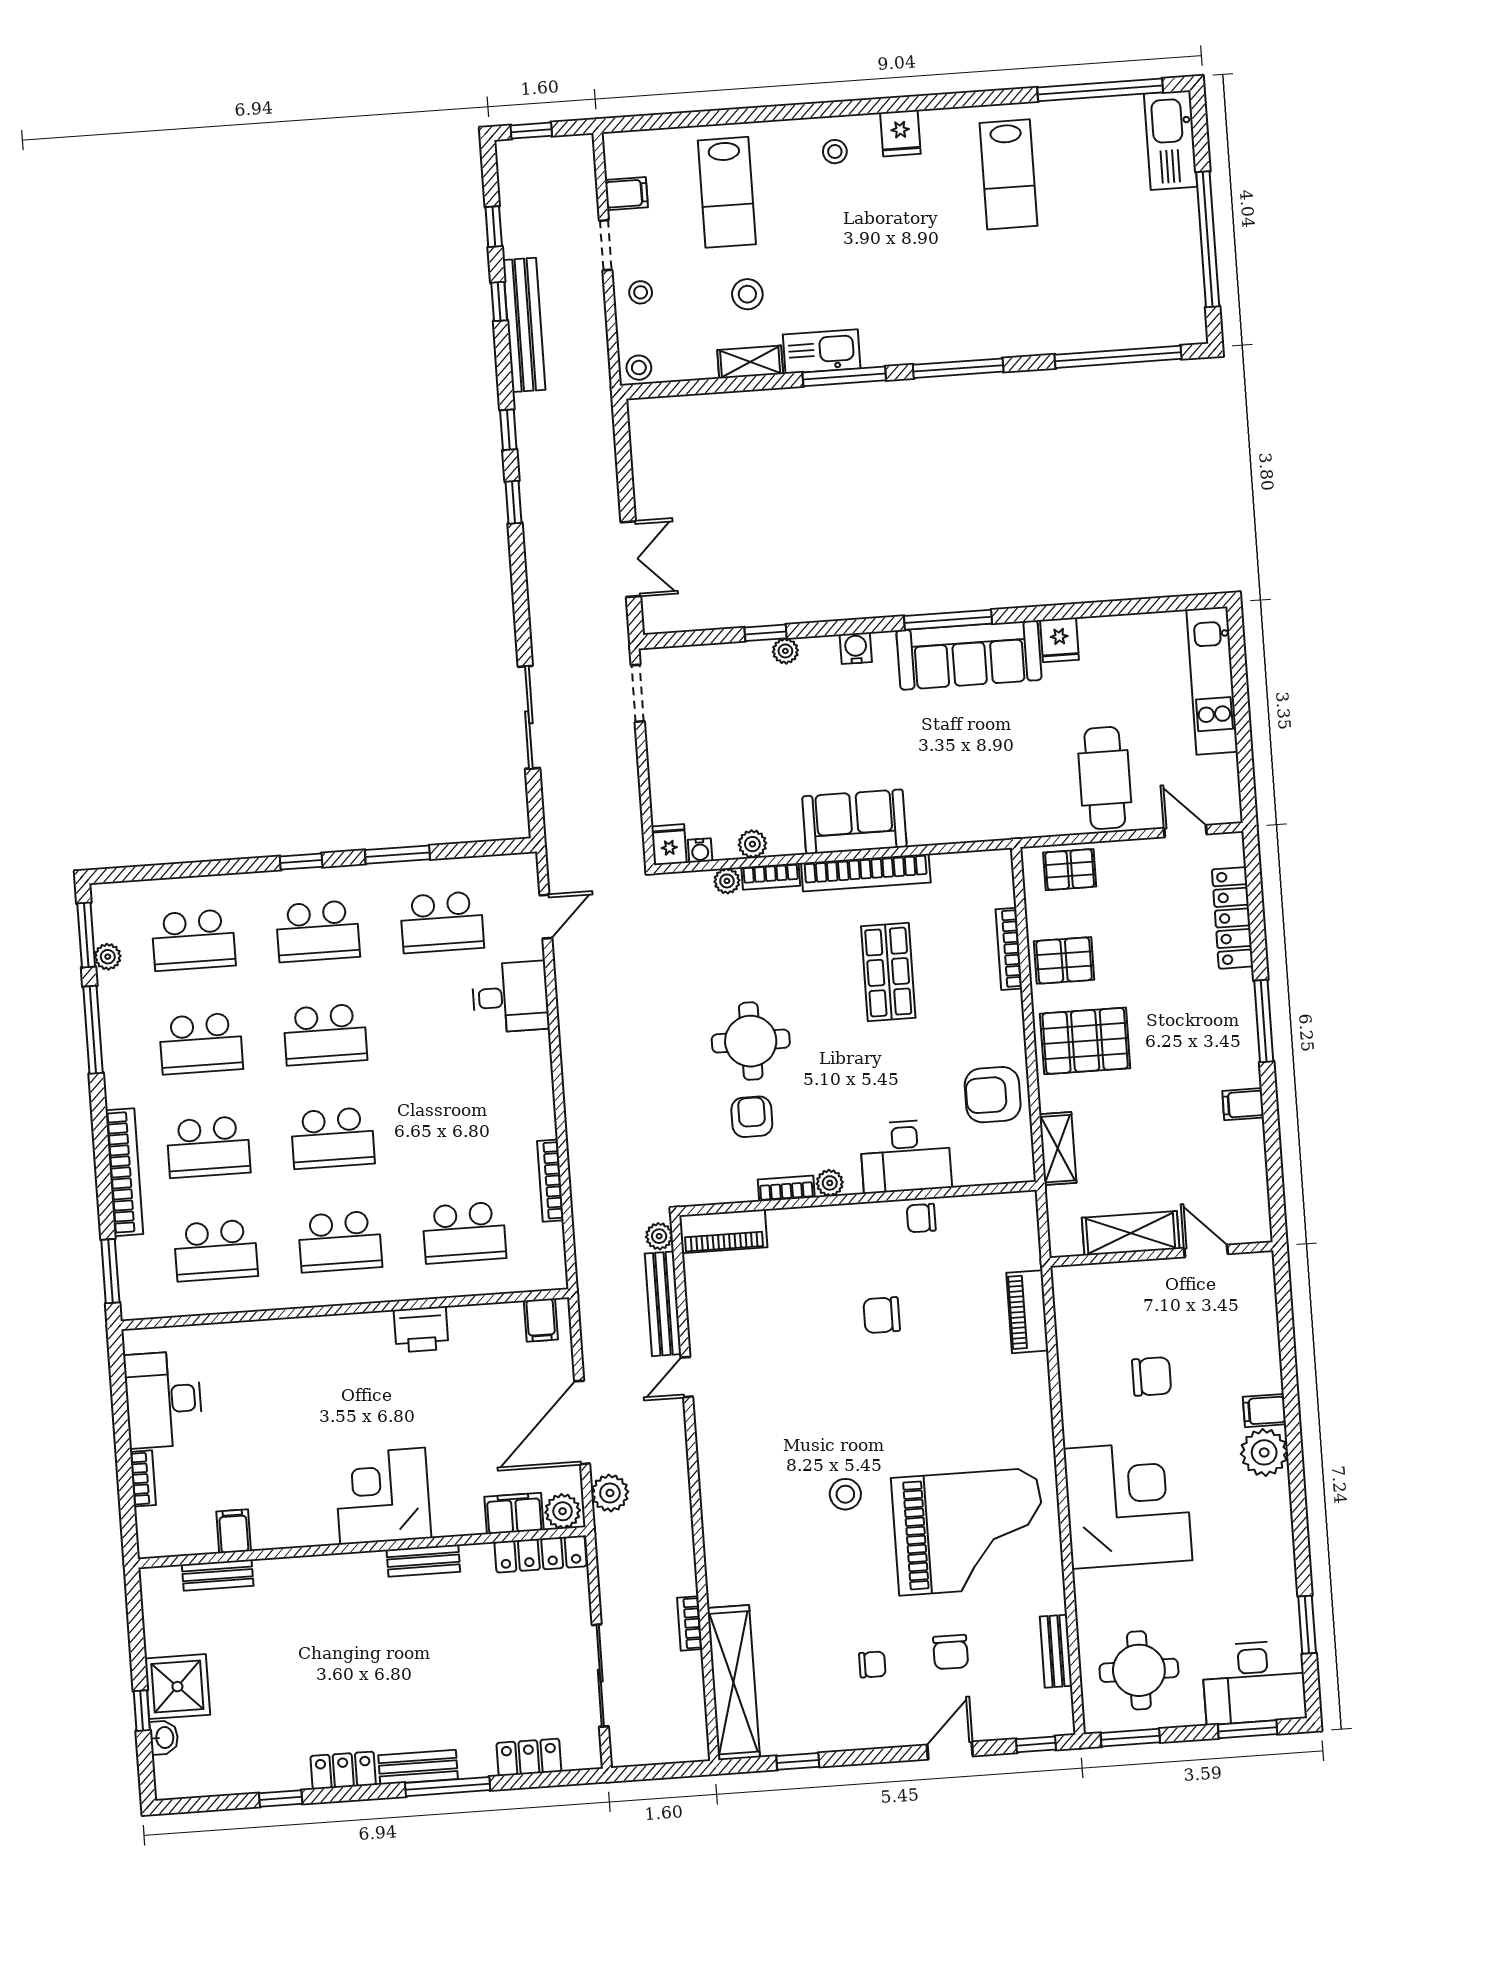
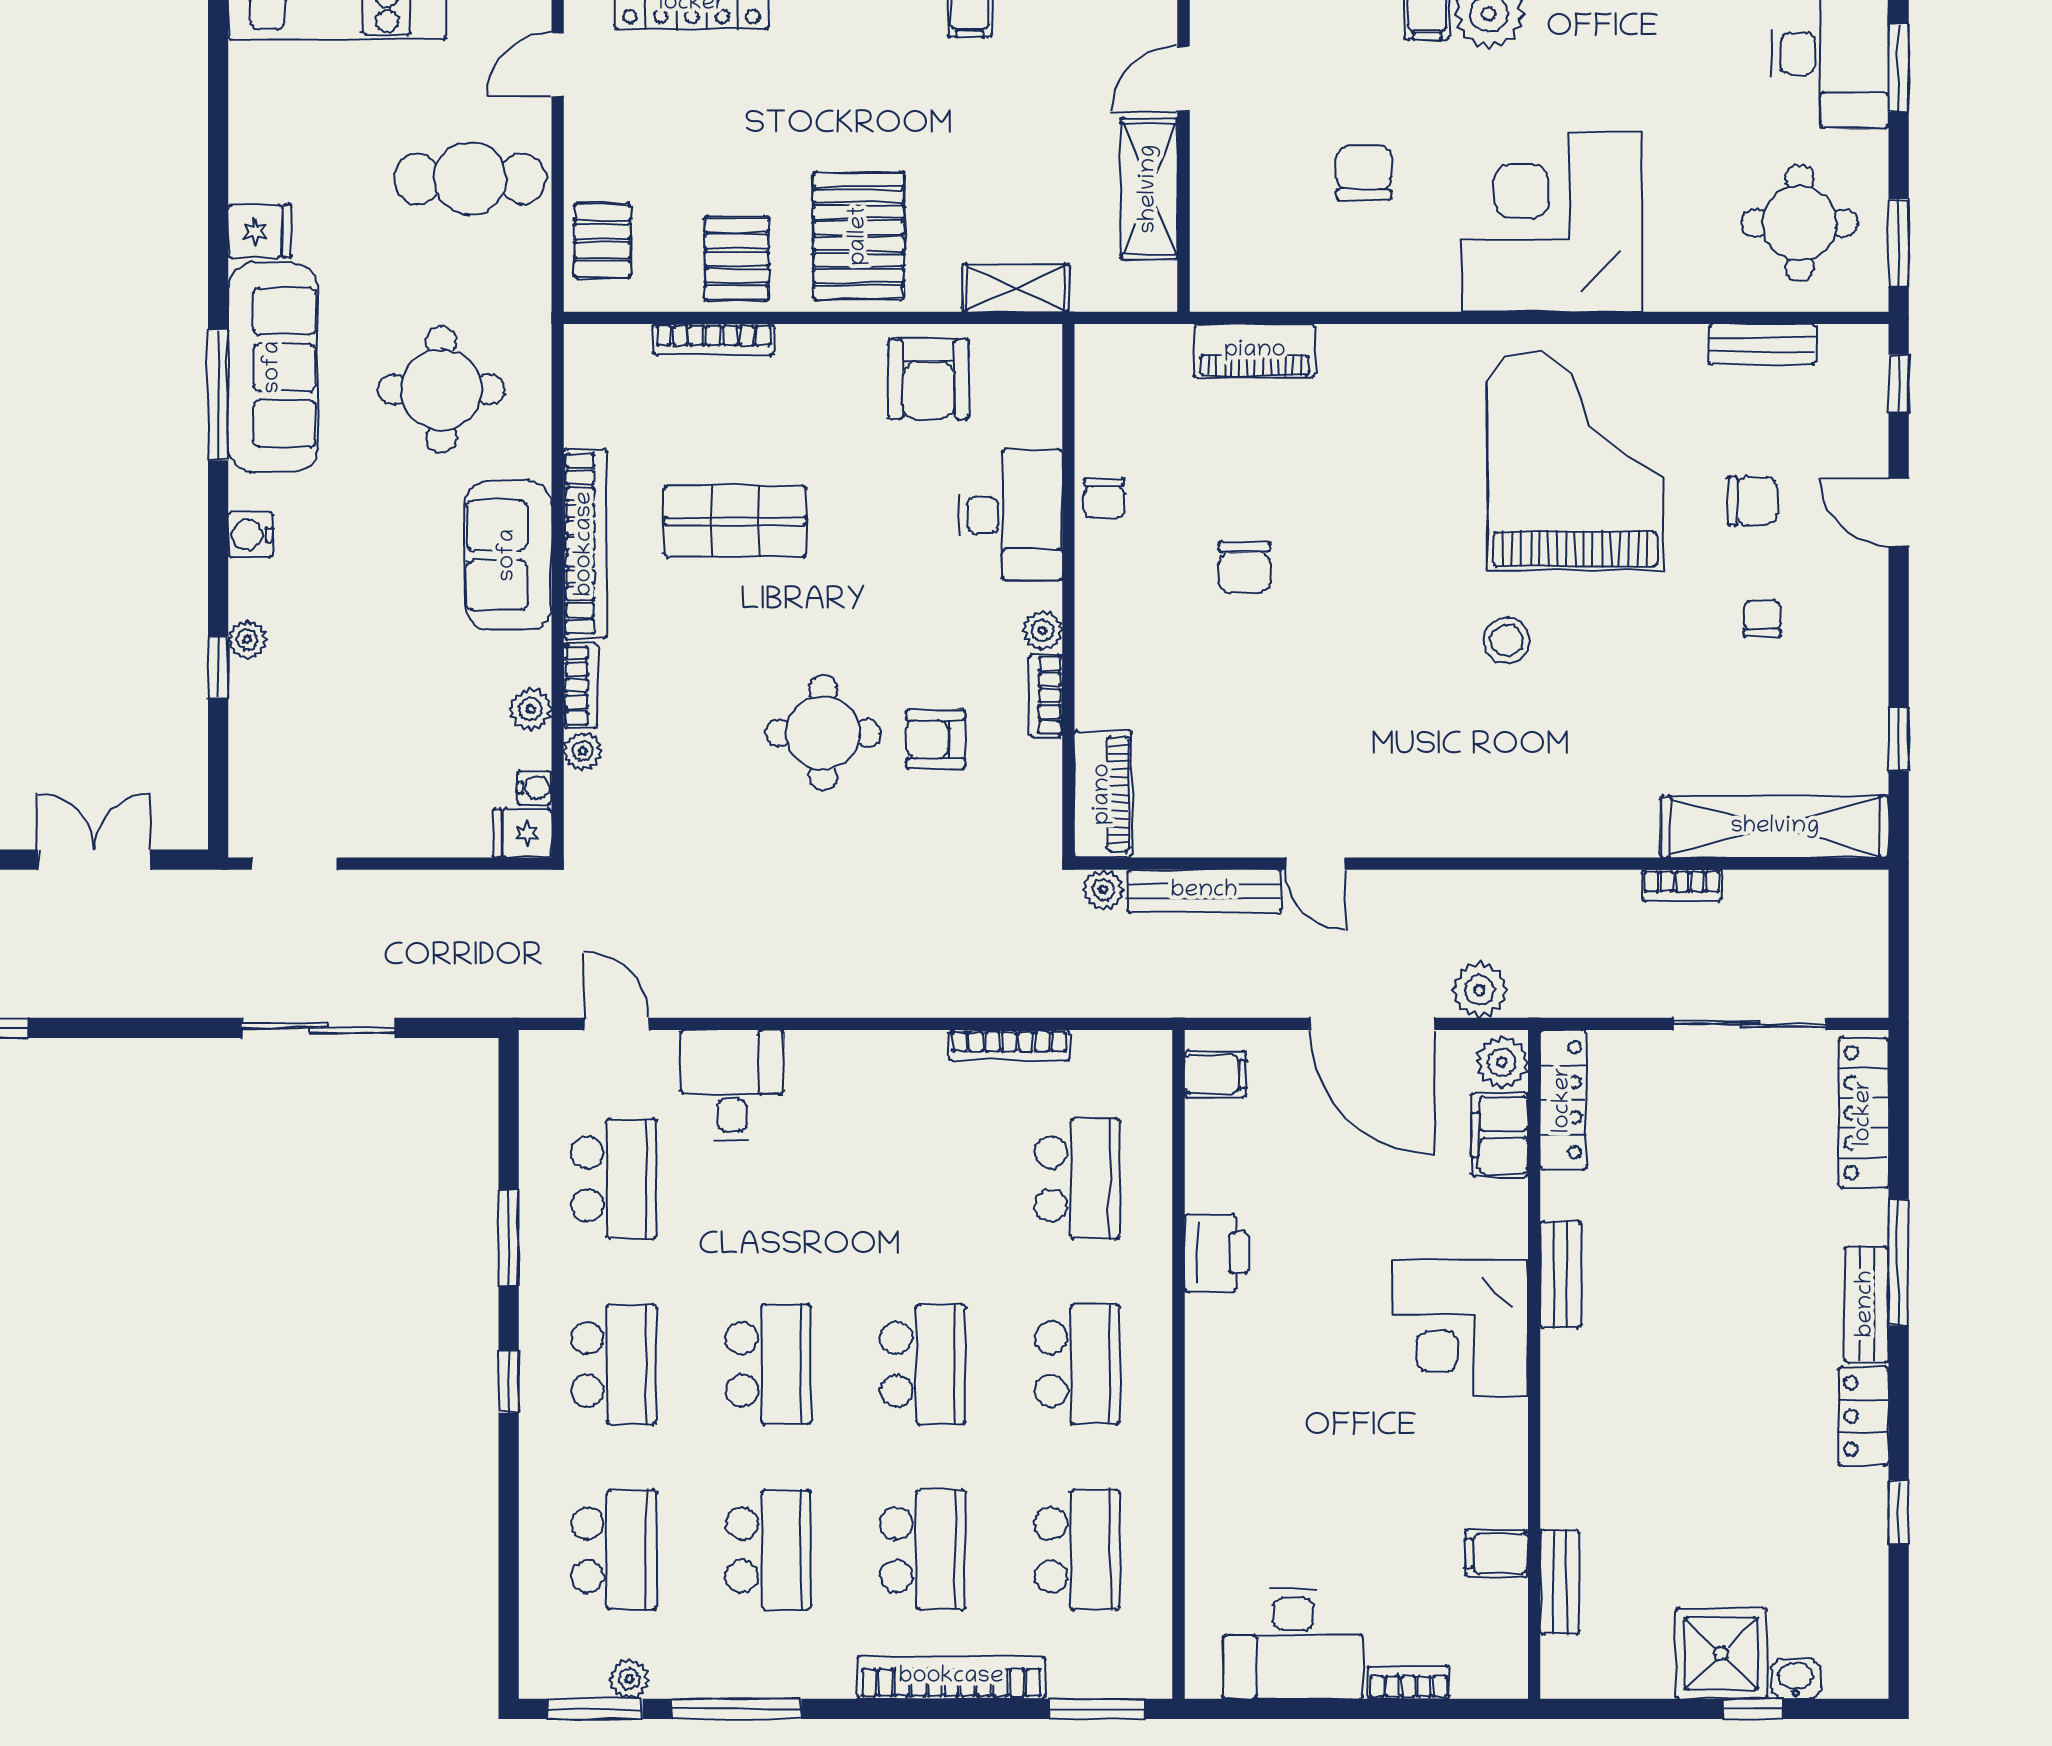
round table: (962, 769) -> (441, 390), added
locker: (529, 1757) -> (1864, 1113), width x1.53

